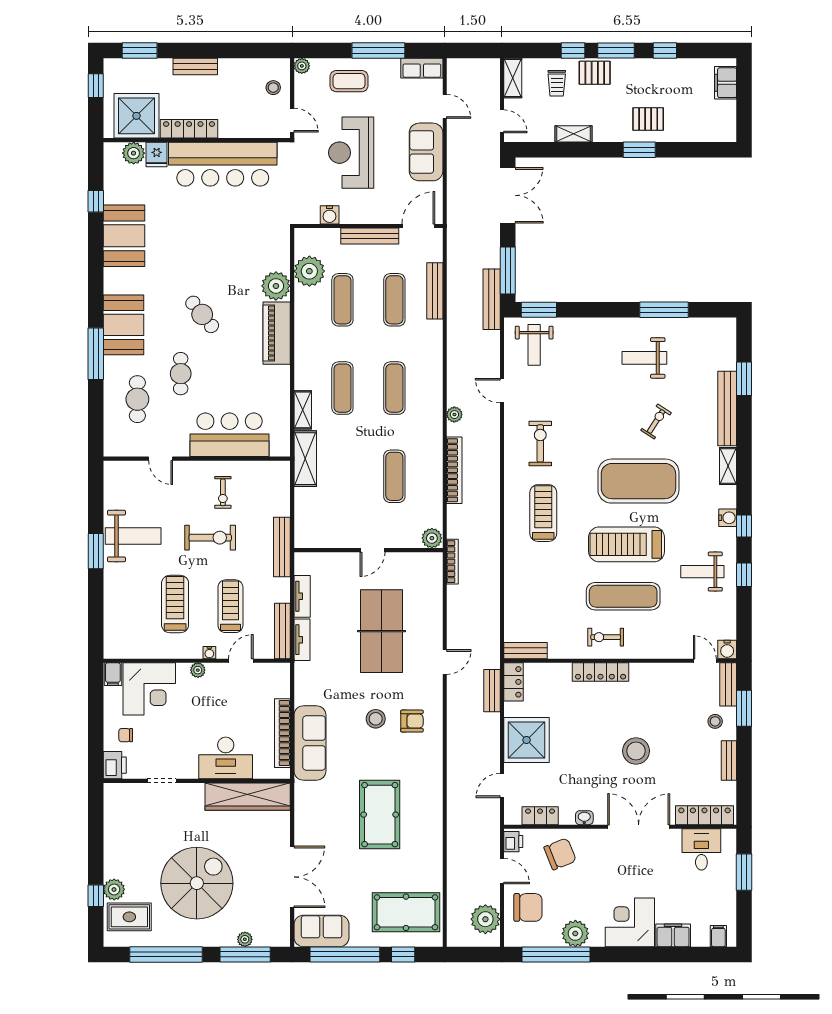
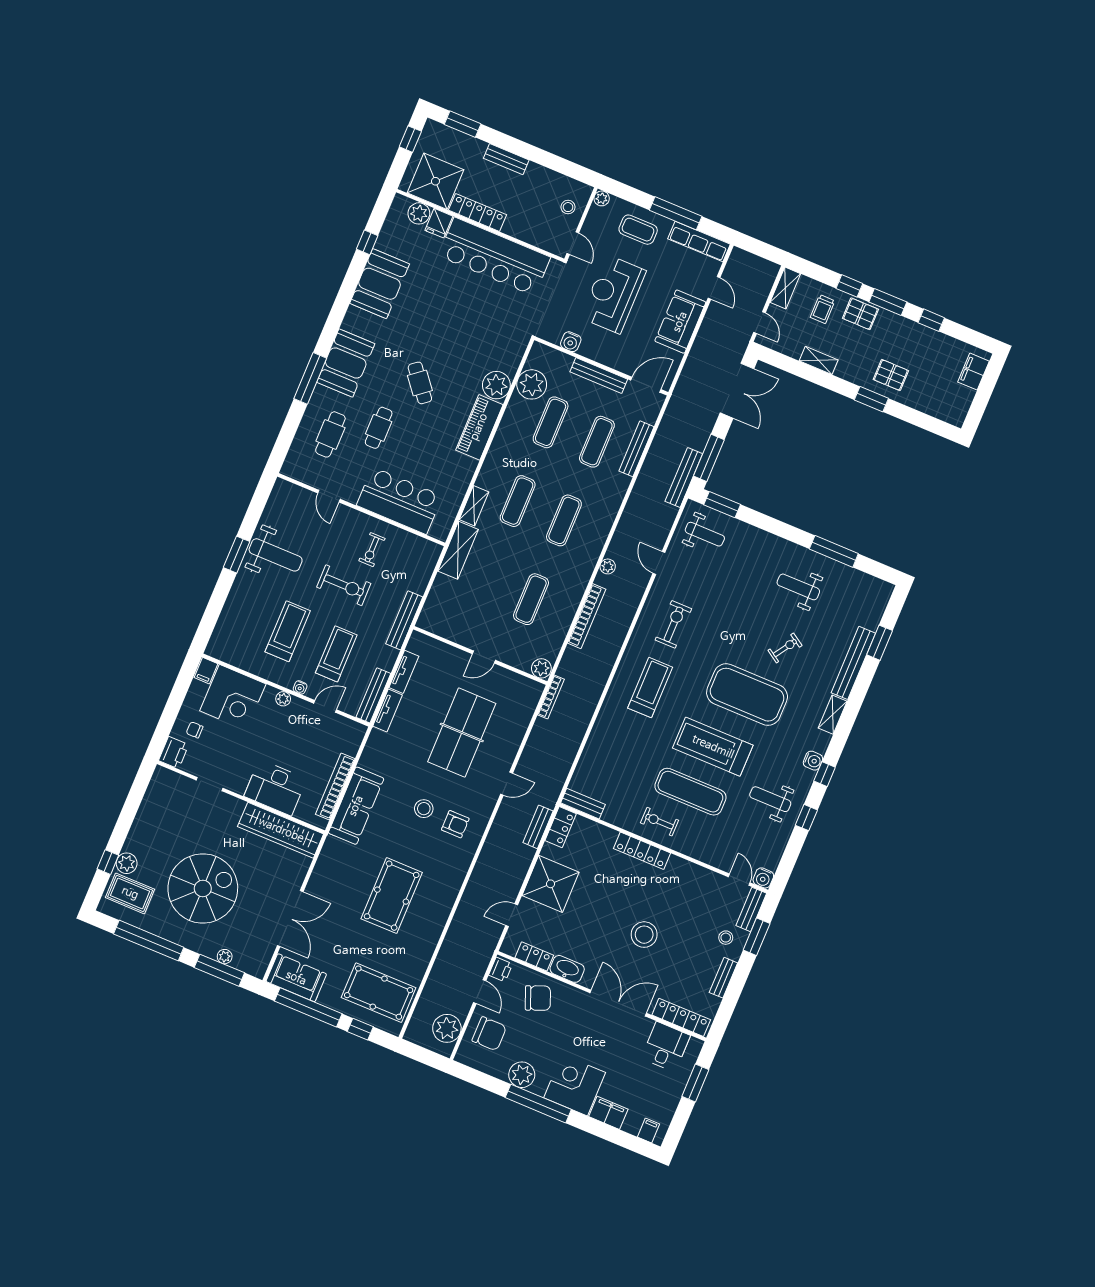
row of seats: (422, 68) -> (699, 241), width x1.48
weight bench: (534, 345) -> (705, 534), turned -90
washbasin: (584, 818) -> (567, 969), width x1.91, depth x1.45
window: (556, 954) -> (538, 1104), moved

